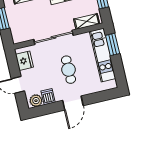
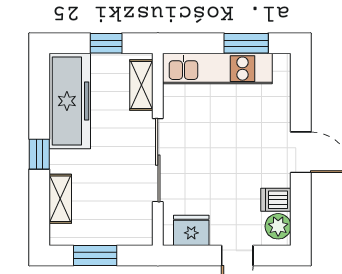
window: (113, 44) -> (246, 43), moved
cafe table: (69, 70) -> (231, 145), removed

